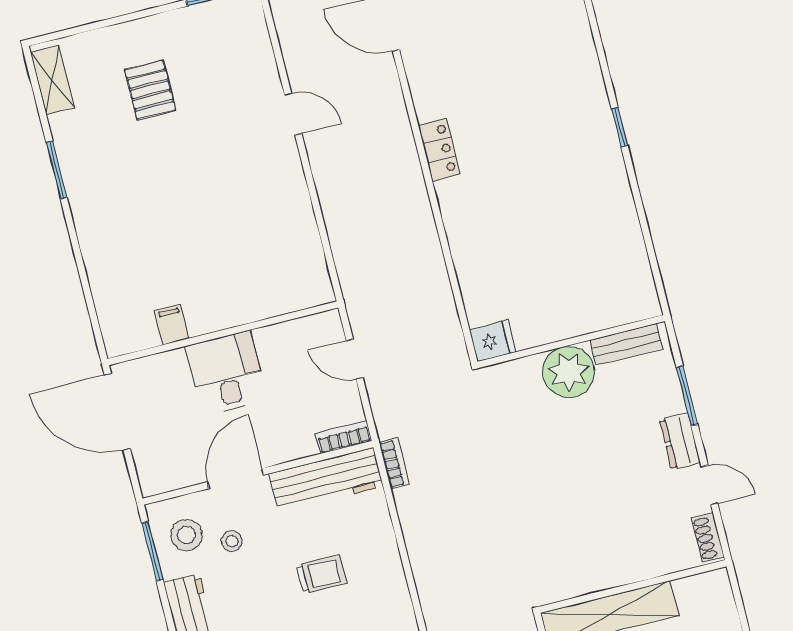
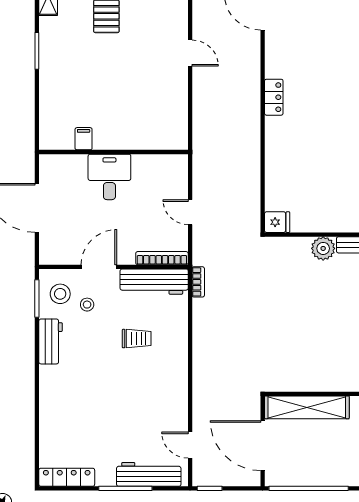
filing cabinet: (172, 324) -> (84, 139), moved
wall: (223, 333) -> (113, 152), moved
plant: (569, 372) -> (323, 248), width x0.73, depth x0.73
desk: (226, 373) -> (109, 177), moved
bookcase: (344, 437) -> (162, 258), width x1.56

